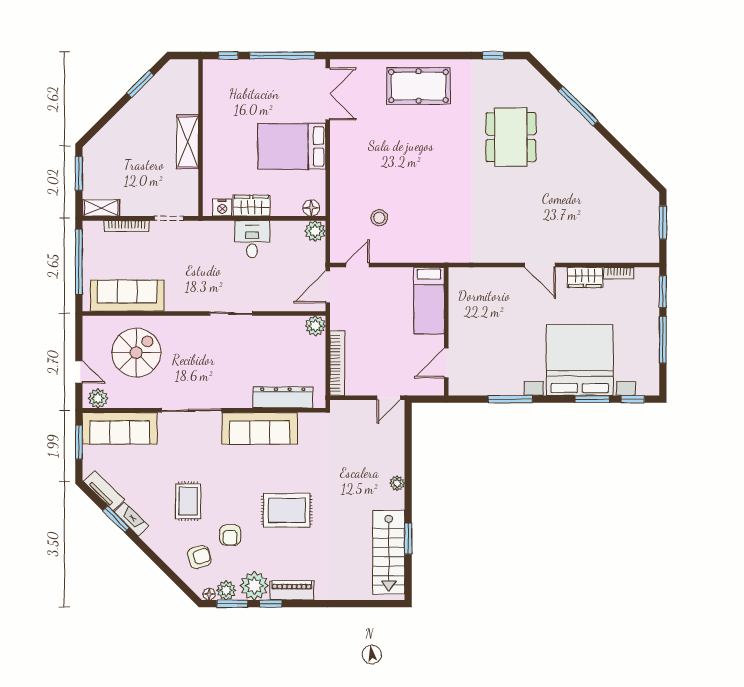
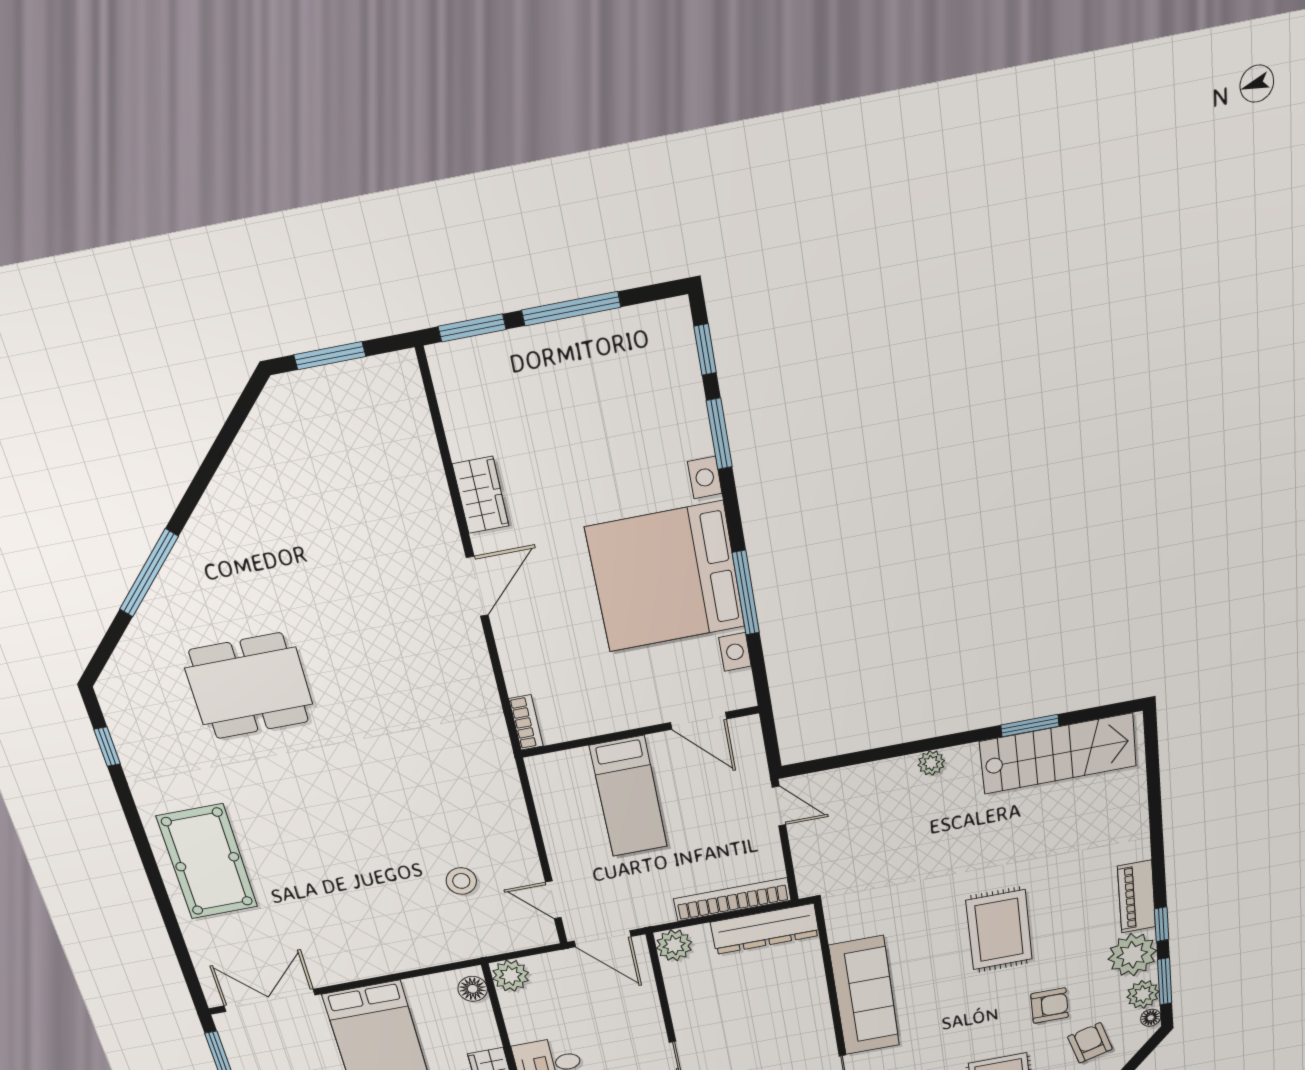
bookcase: (619, 273) -> (526, 722), moved
bed: (429, 301) -> (629, 797), moved, turned 90
bed with nightstands: (580, 360) -> (666, 577), moved
dresser: (283, 397) -> (765, 929), moved, turned -90

